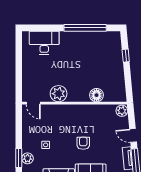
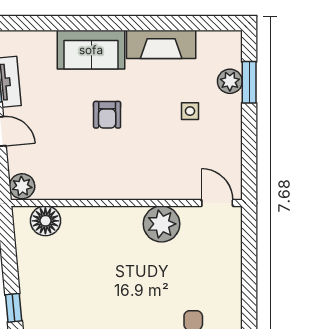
floor lamp: (97, 95) -> (45, 221), moved

